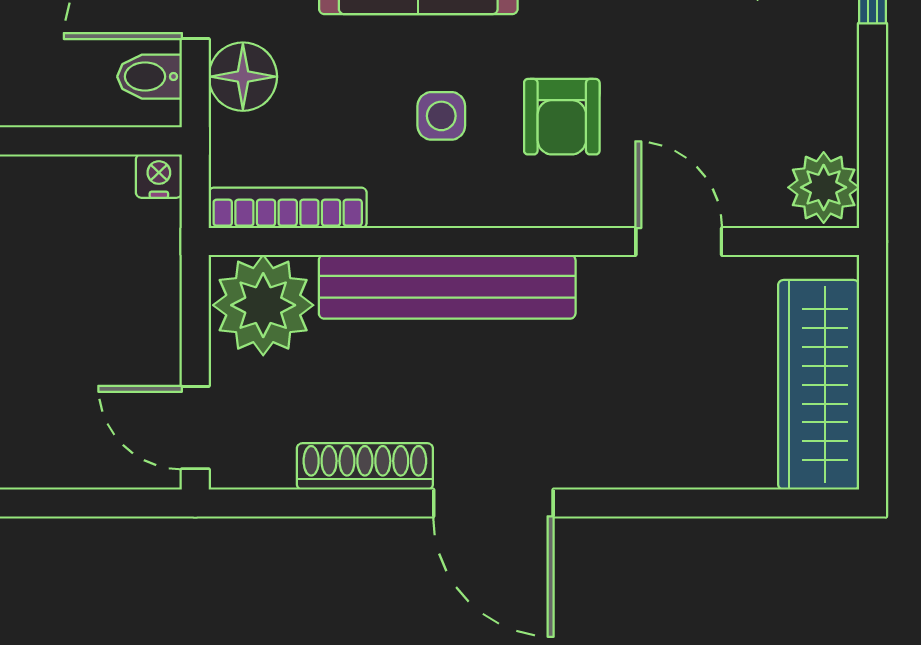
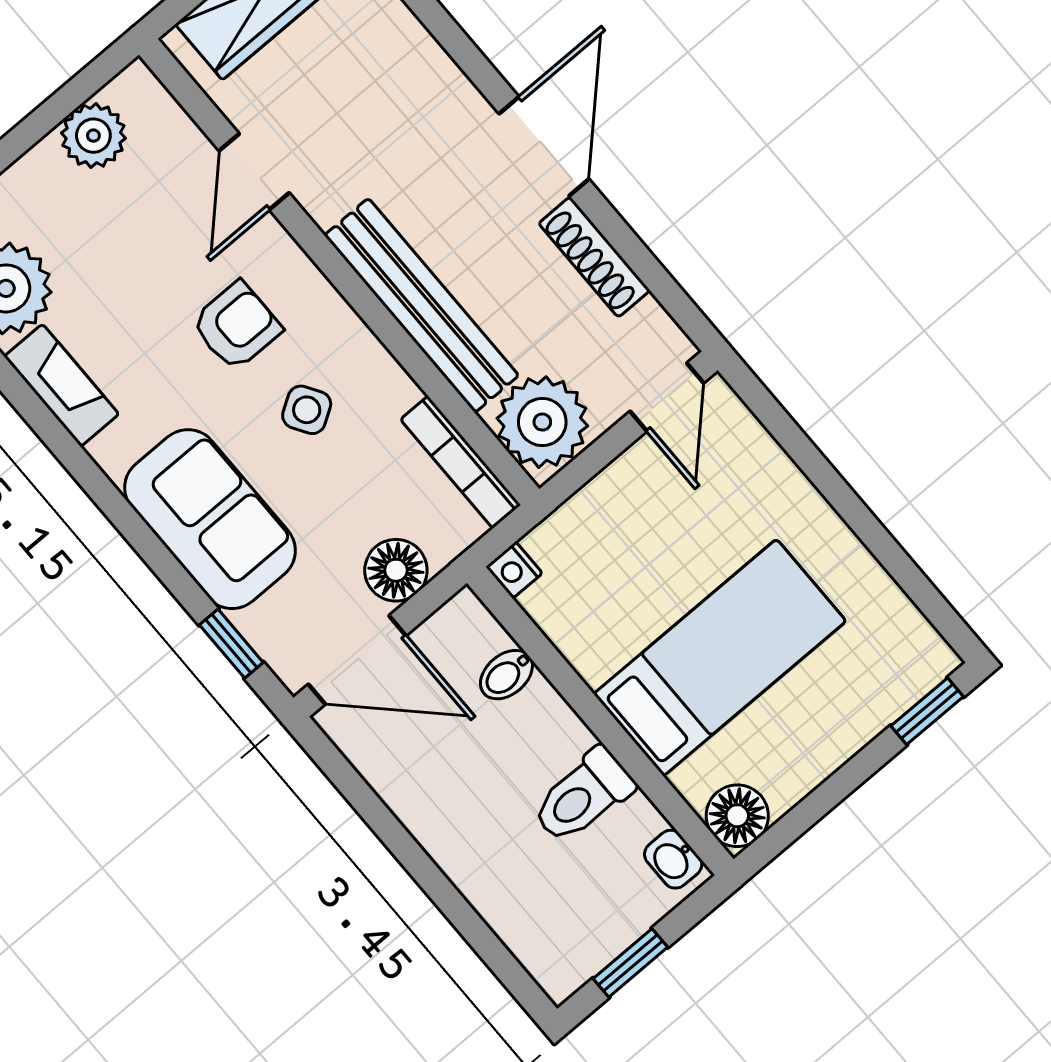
bidet: (150, 77) -> (506, 675), moved, turned 90
side table: (441, 116) -> (307, 410), turned -32
plant: (824, 187) -> (93, 136), moved

